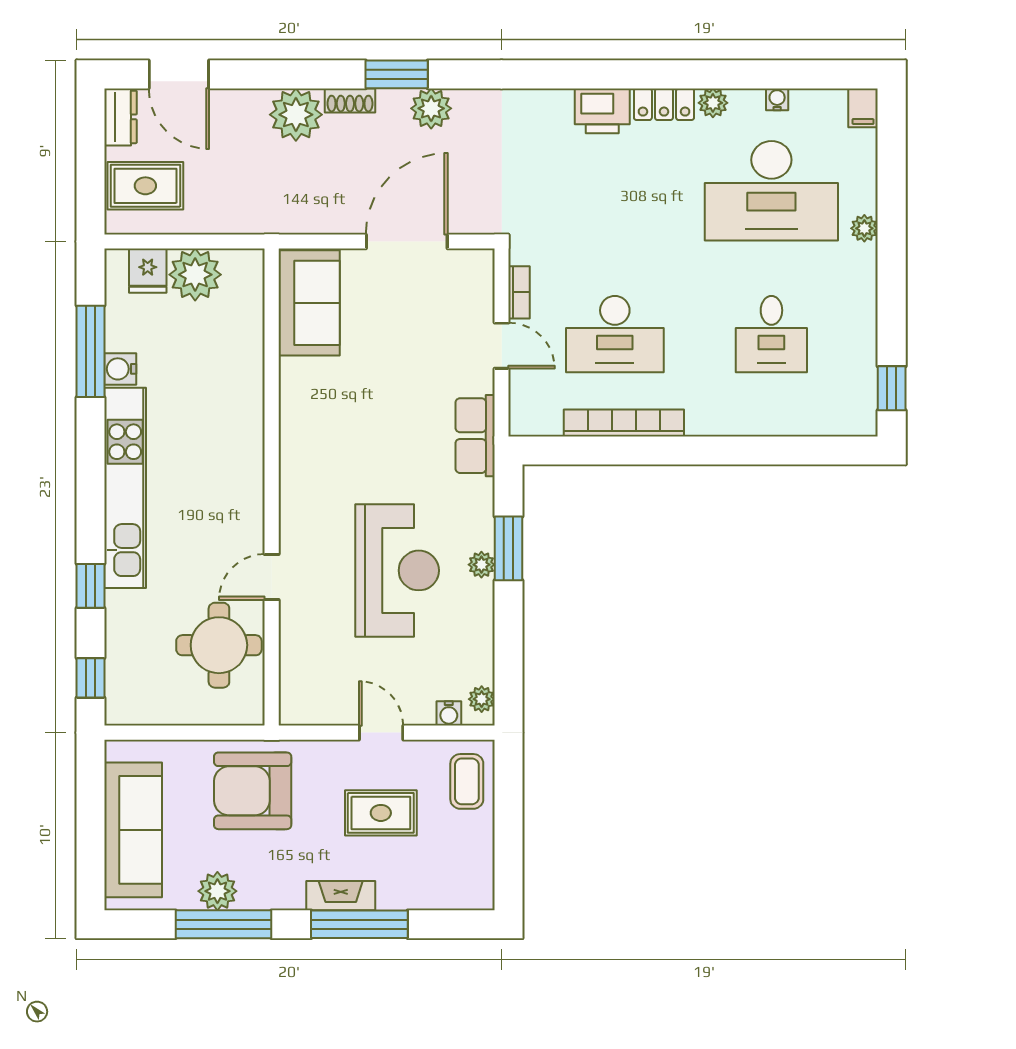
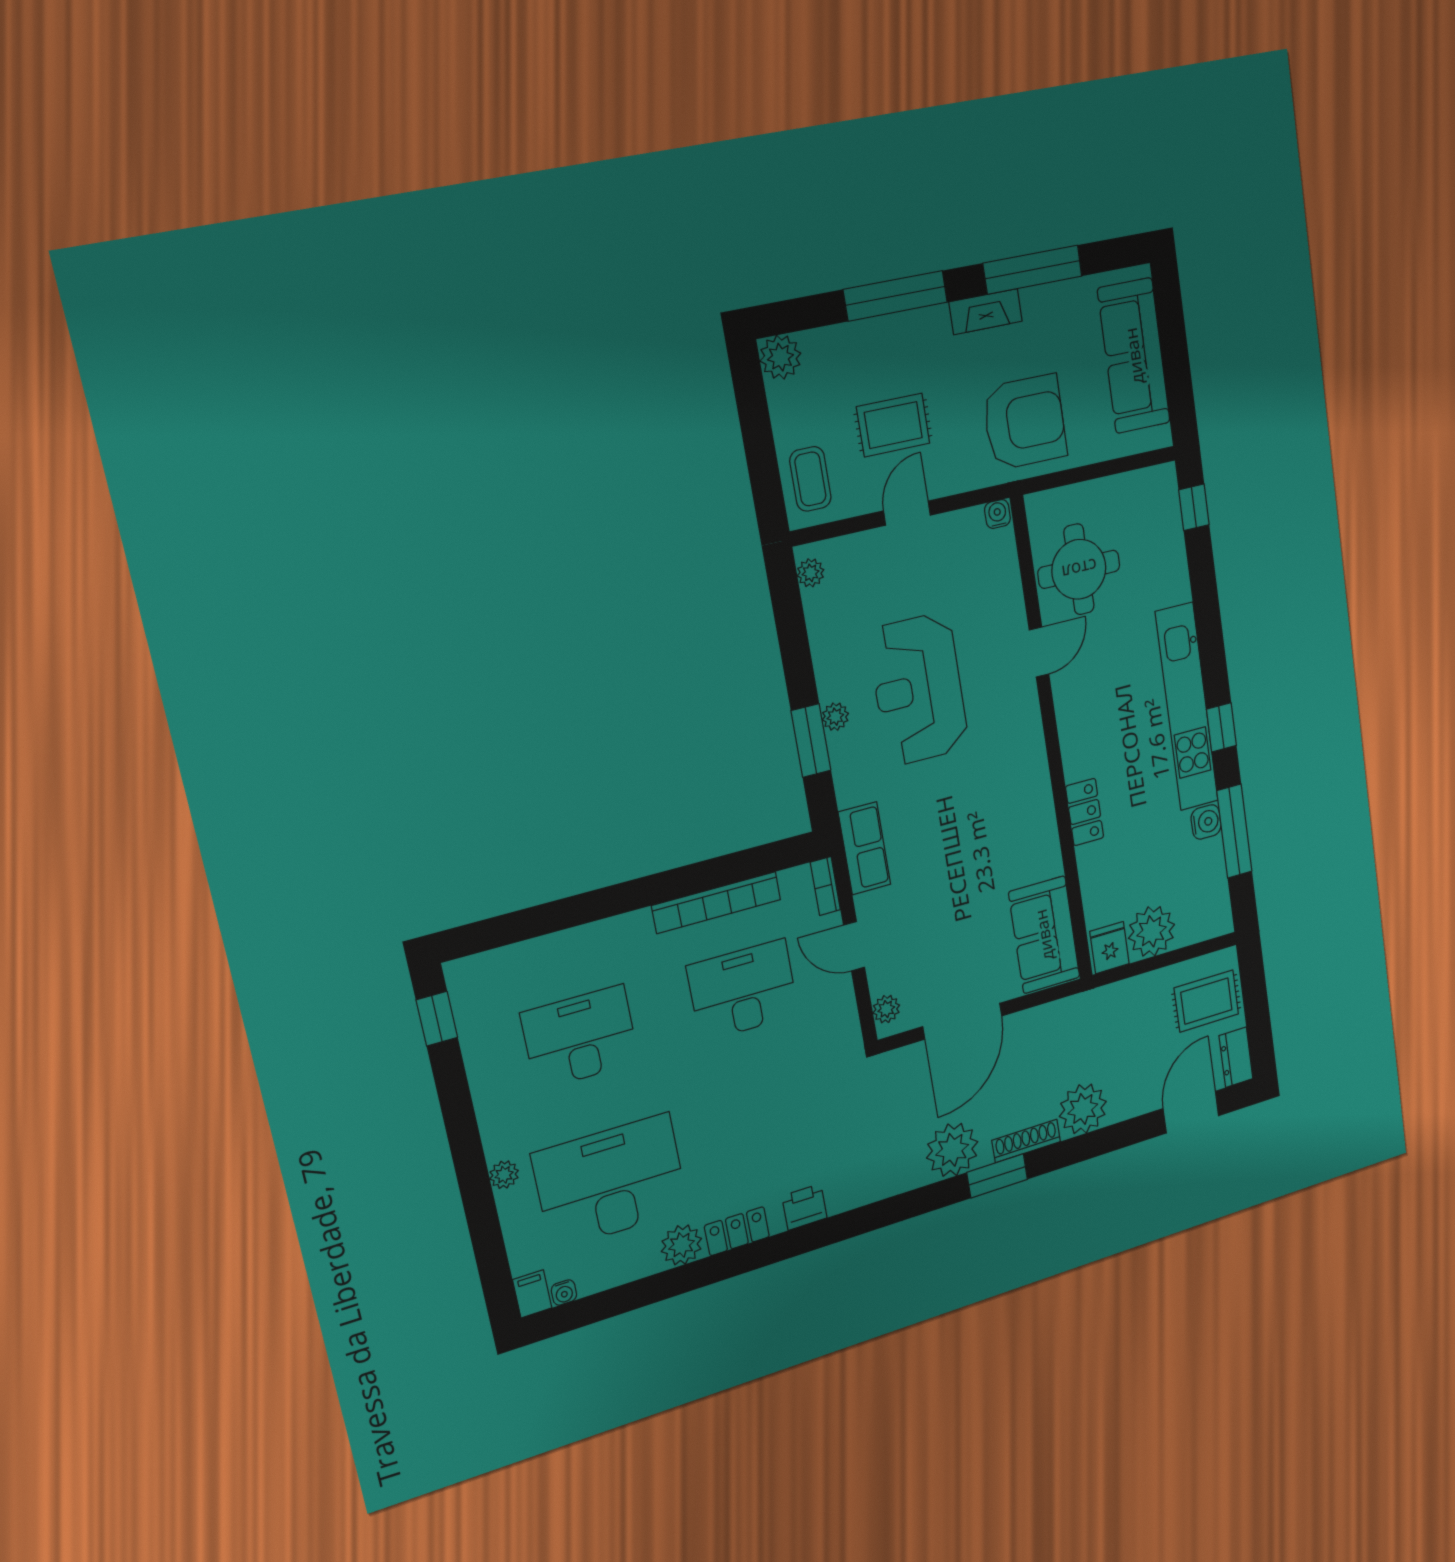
door: (179, 74) -> (1191, 1112), hinge flipped
water cooler: (777, 99) -> (564, 1292), moved
shoe rack: (350, 100) -> (1026, 1141), width x1.43
plant: (713, 103) -> (682, 1245), width x1.38, depth x1.38
plant: (431, 108) -> (952, 1150), width x1.36, depth x1.36
printer: (602, 111) -> (804, 1207), width x0.73, depth x0.81
fridge: (148, 271) -> (1109, 948), moved
plant: (481, 276) -> (886, 1009), added
bookcase: (519, 292) -> (825, 886), moved
desk: (771, 334) -> (580, 1038), width x1.37
locker: (248, 412) -> (1085, 812), added
window: (90, 586) -> (1221, 727), moved
water cooler: (449, 713) -> (998, 514), moved
door: (381, 733) -> (907, 513), swing flipped
plant: (217, 891) -> (780, 357), moved
fireplace: (341, 896) -> (986, 312), moved

